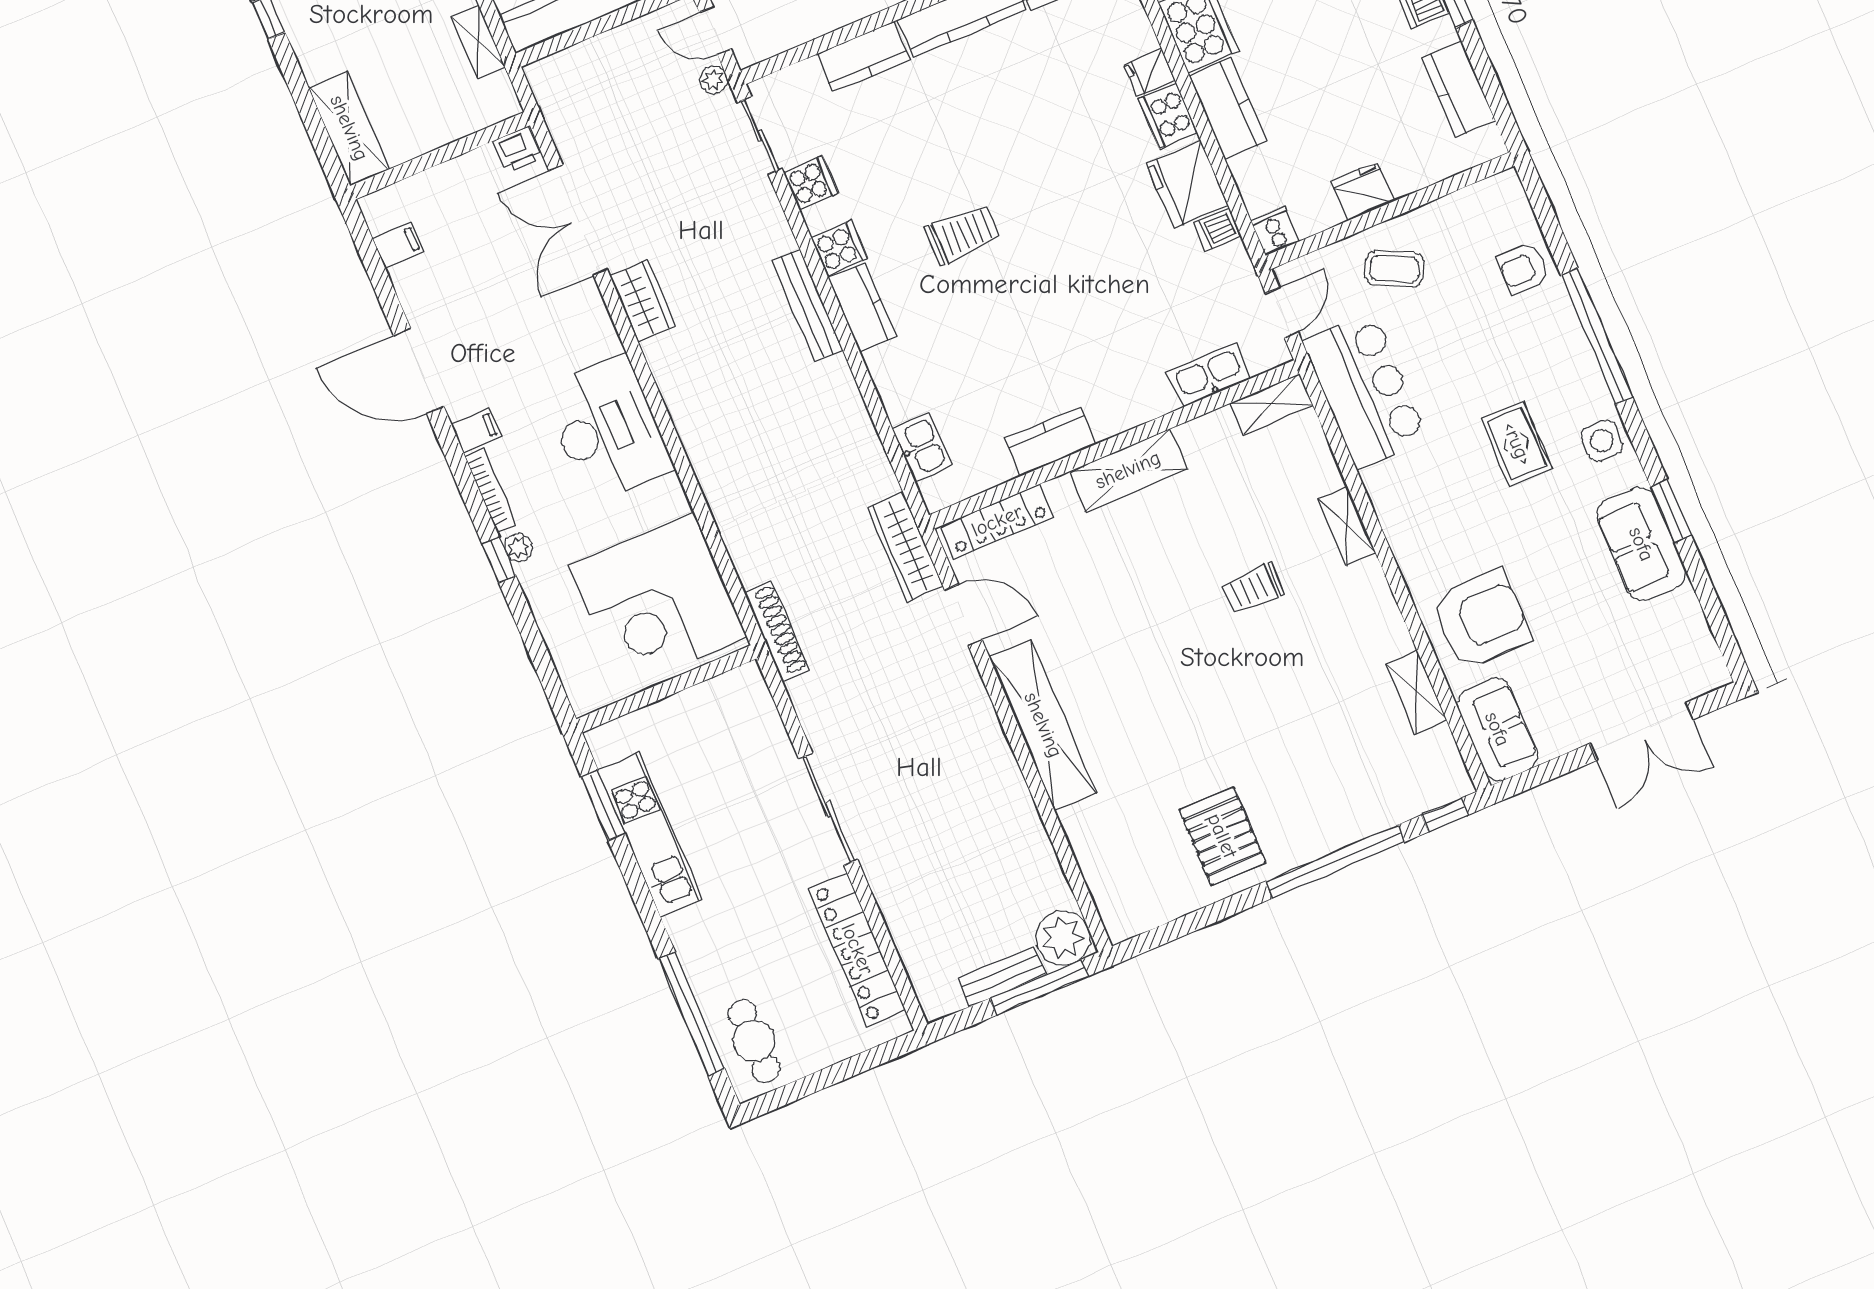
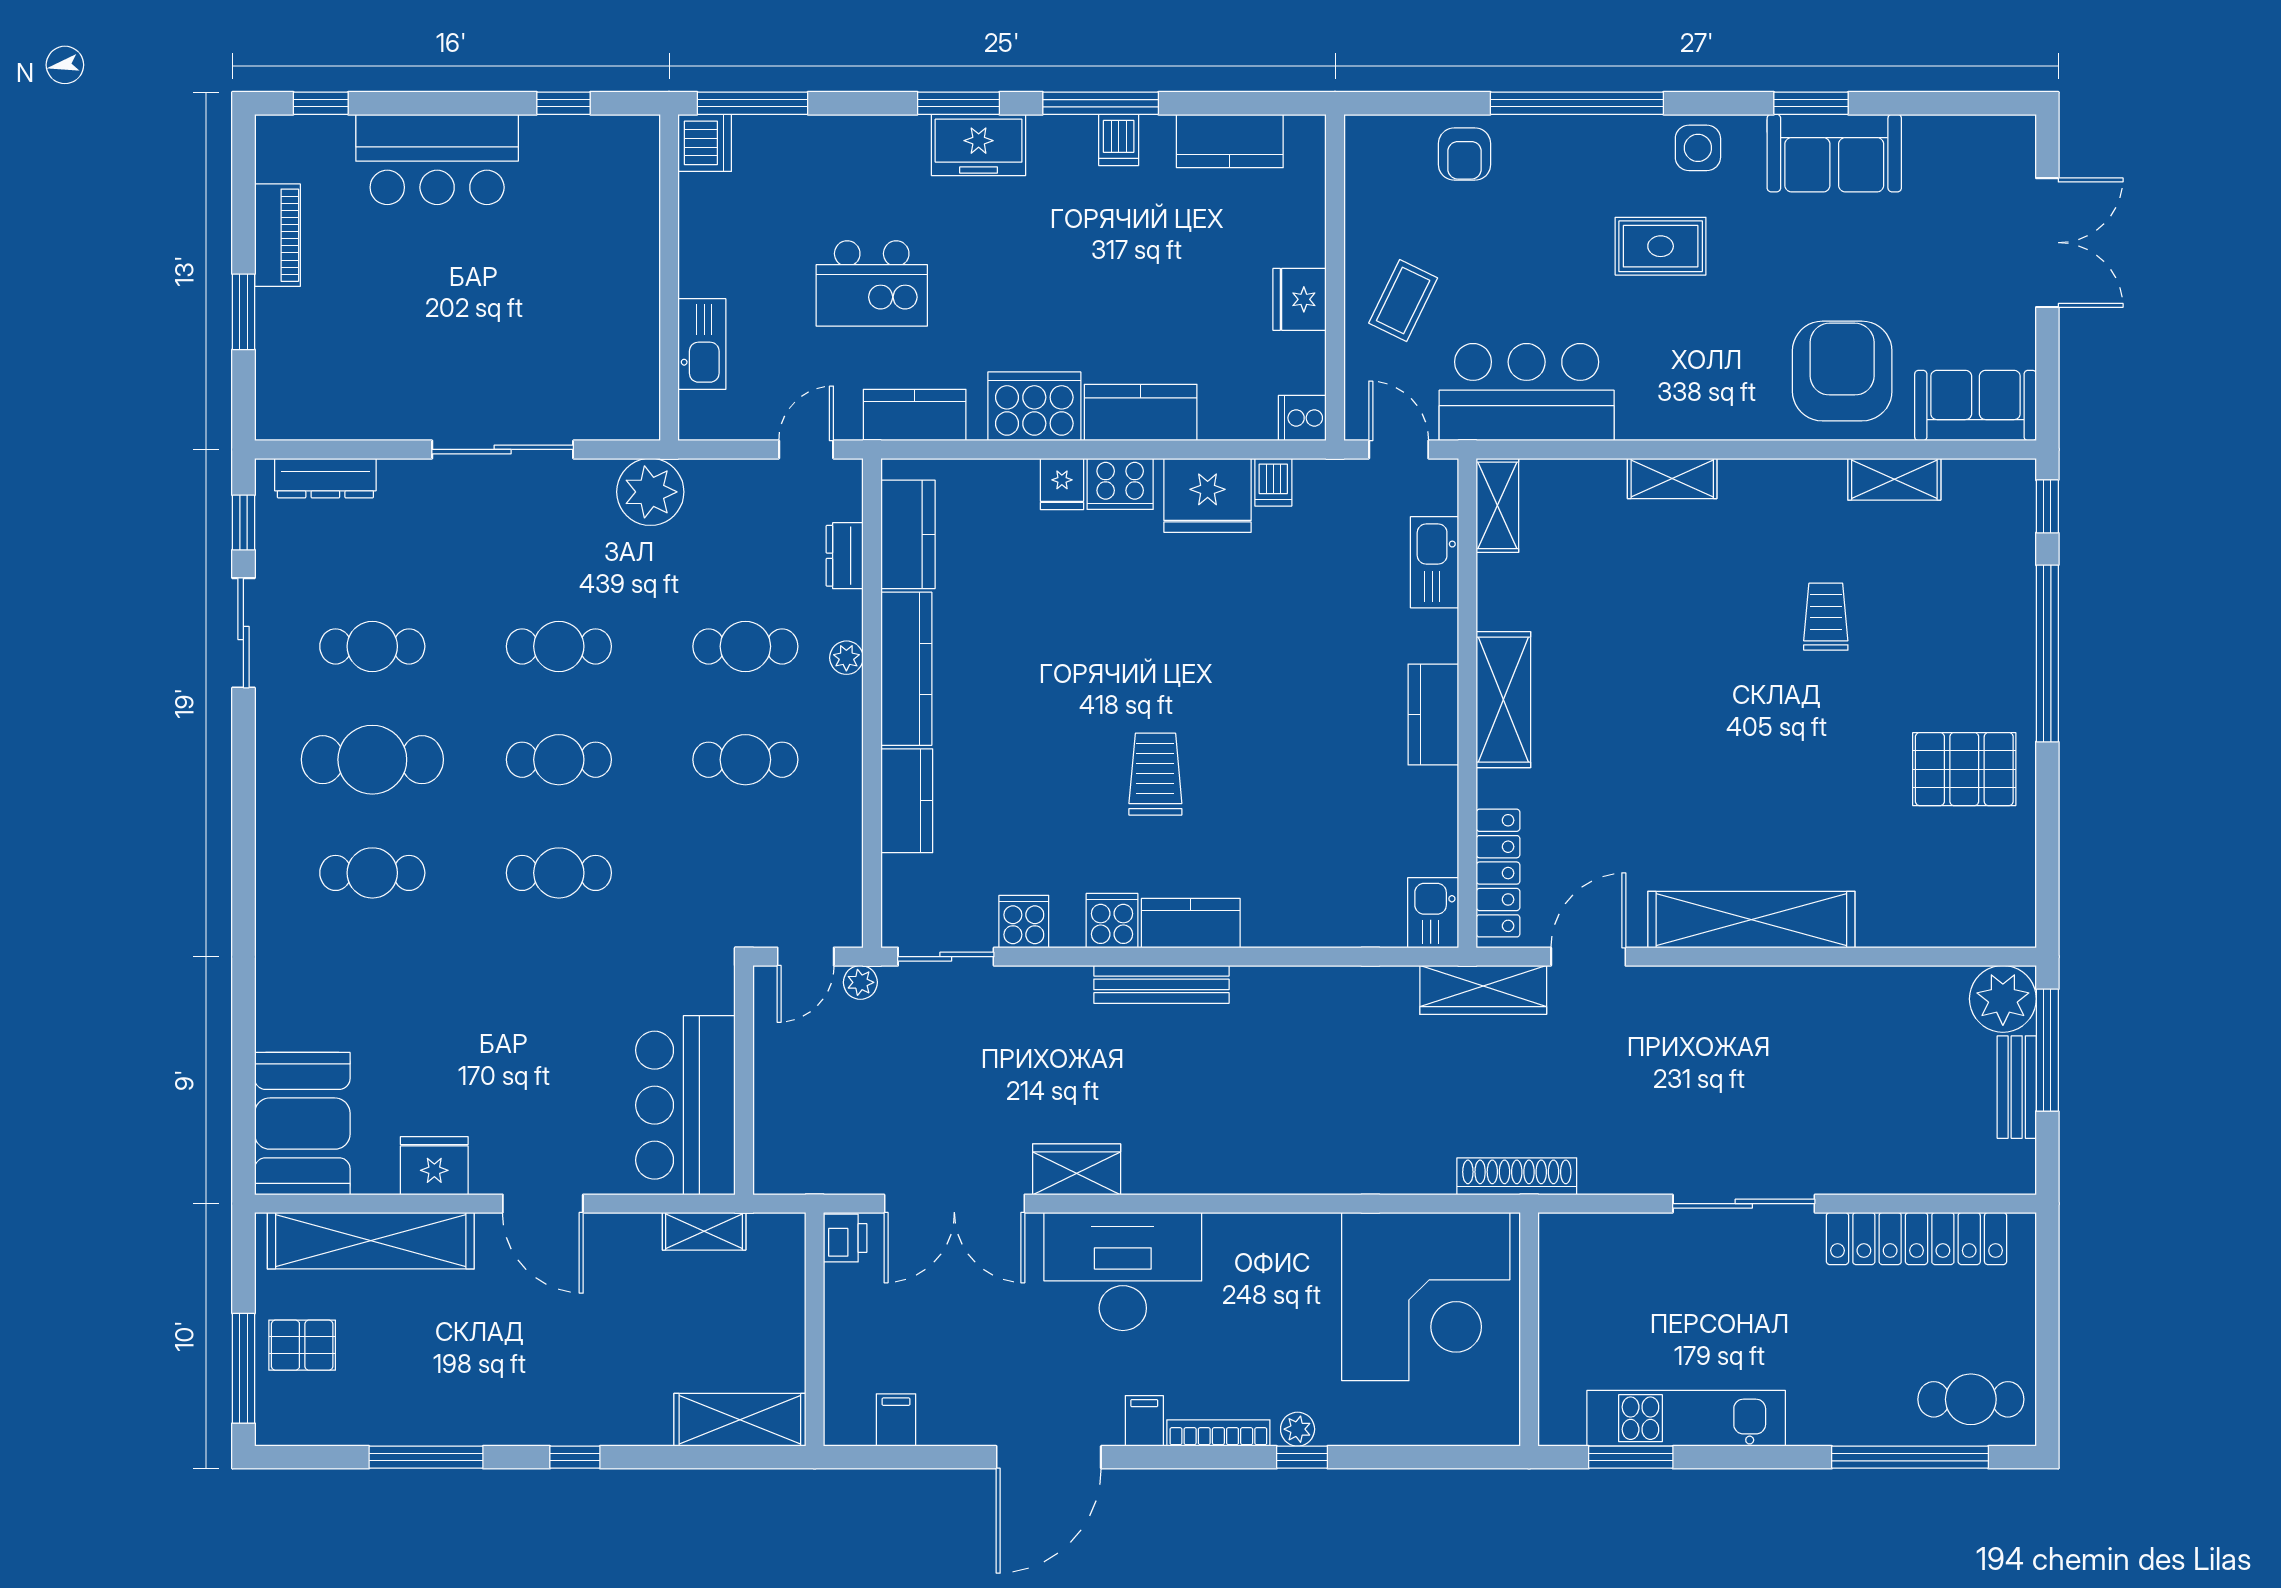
desk: (607, 429) -> (1123, 1271), moved
kitchen counter: (1050, 442) -> (1433, 714), moved
kitchen sink: (922, 447) -> (1433, 913), moved, turned -90
trolley: (1253, 589) -> (1826, 617), moved, turned 180

